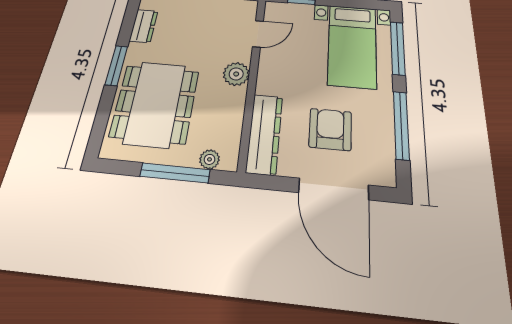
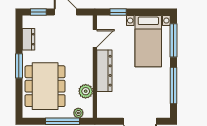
plant: (236, 74) -> (86, 91), moved
armchair: (330, 129) -> (138, 91), removed
dresser: (265, 134) -> (104, 71), moved

